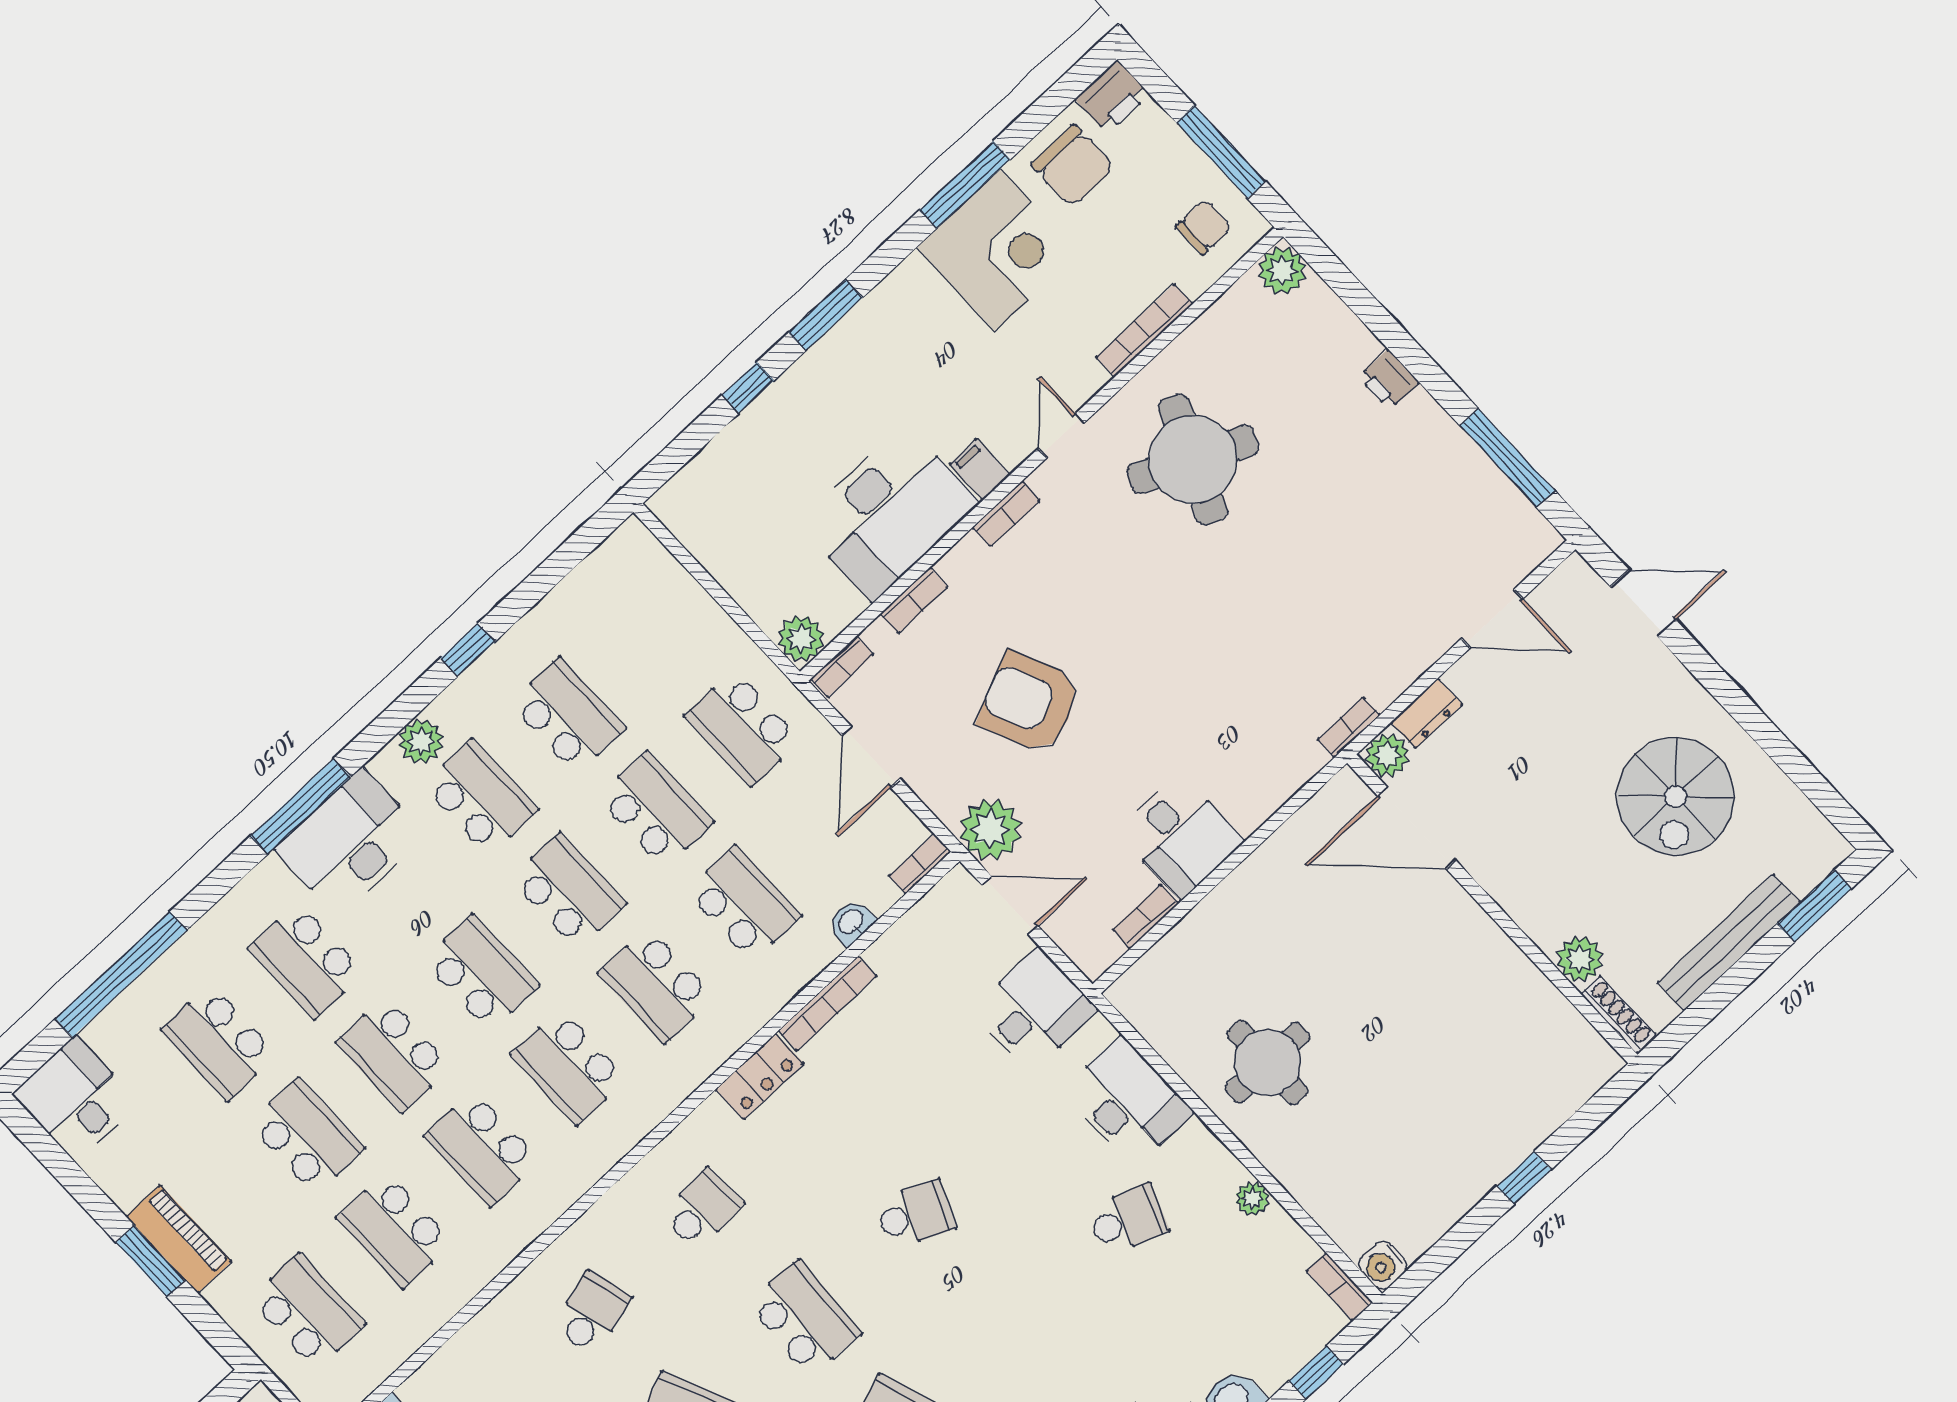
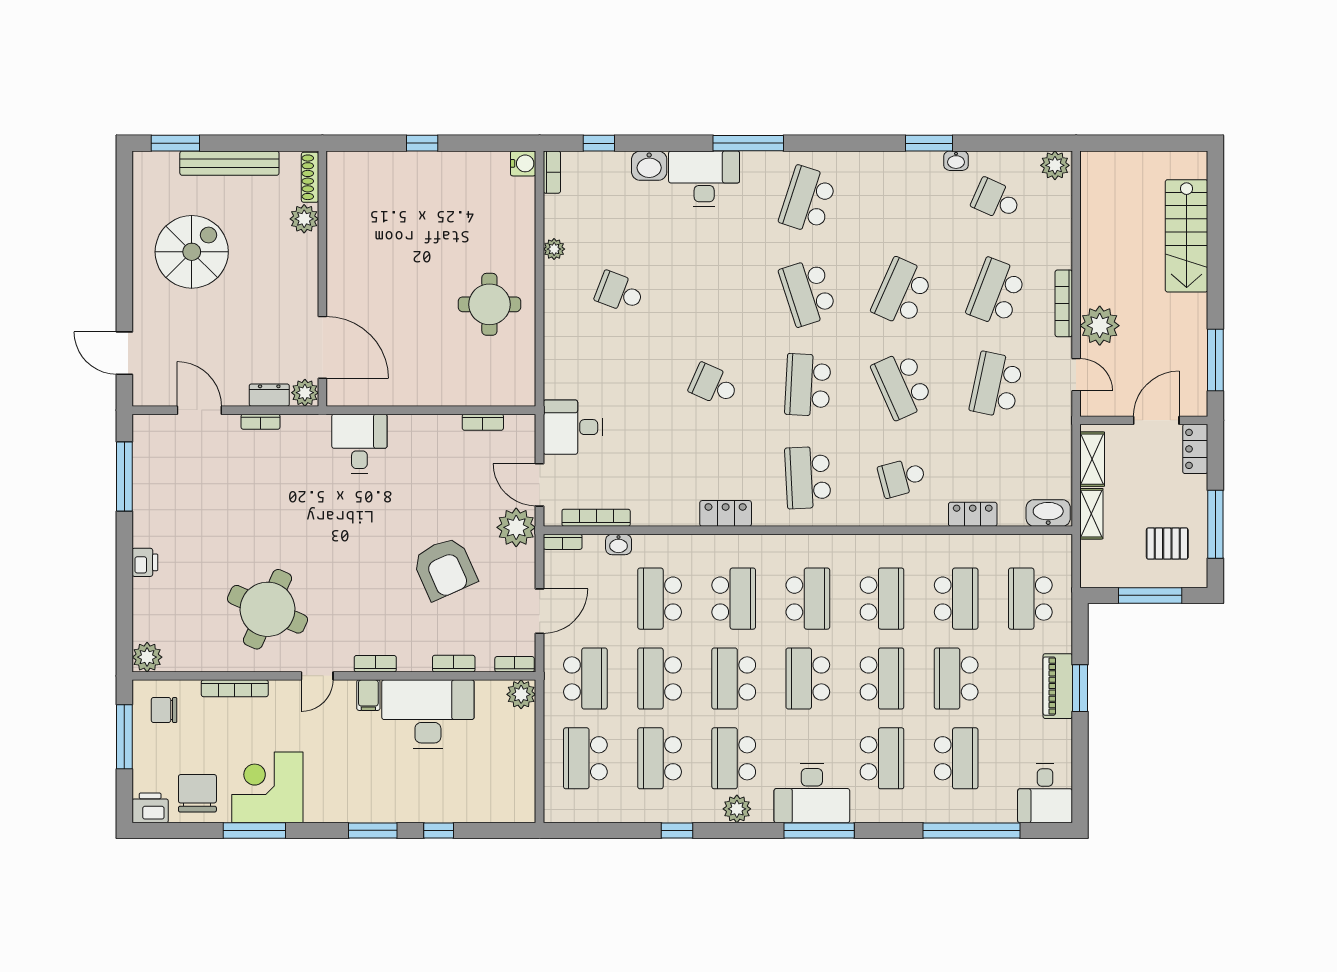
school desk: (655, 634) -> (585, 758), added
bookcase: (1349, 727) -> (261, 422), moved
desk: (1181, 836) -> (359, 444), moved
bookcase: (827, 1003) -> (596, 518), moved
desk: (1127, 1102) -> (570, 346), removed
school desk: (702, 1209) -> (808, 477), width x1.85
locker: (468, 1347) -> (973, 514), added

